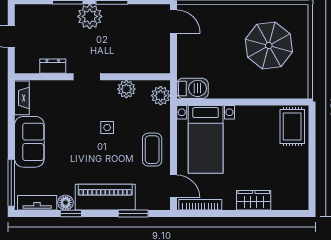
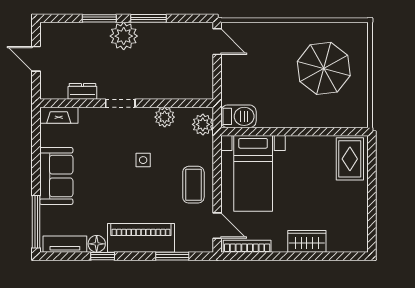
fireplace: (22, 98) -> (59, 115), moved, turned 90

